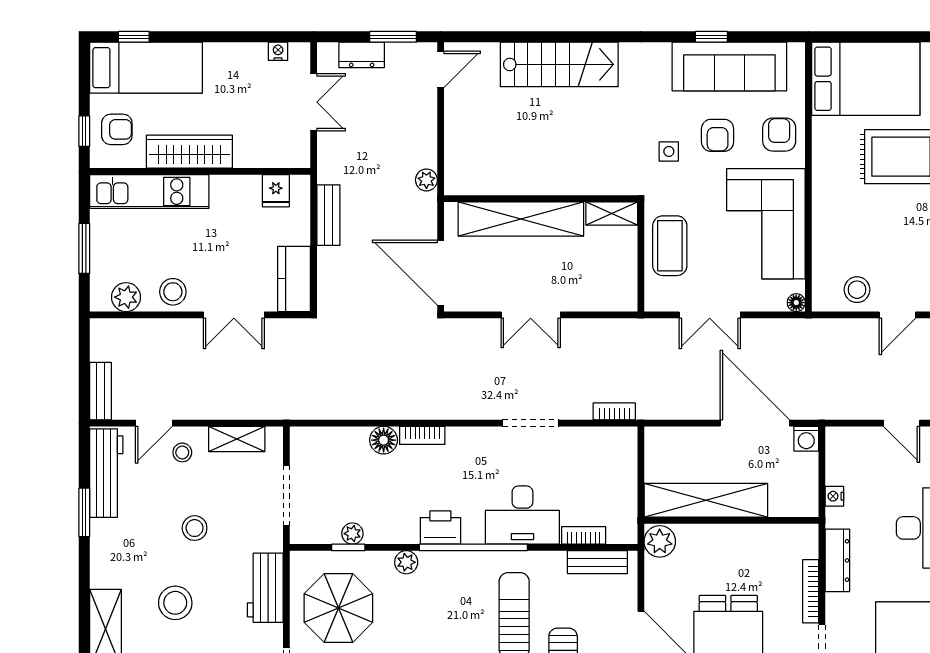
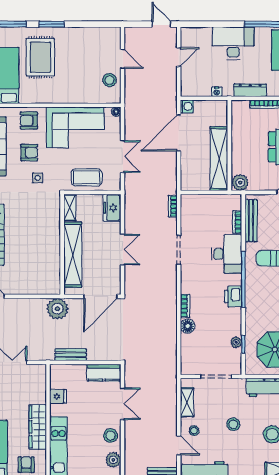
plant: (426, 180) -> (57, 309), width x1.88, depth x1.88
fridge: (276, 191) -> (58, 396), moved
freezer: (611, 294) -> (112, 208), added
plant: (406, 562) -> (251, 314), removed
bench: (597, 562) -> (251, 221), width x1.36

